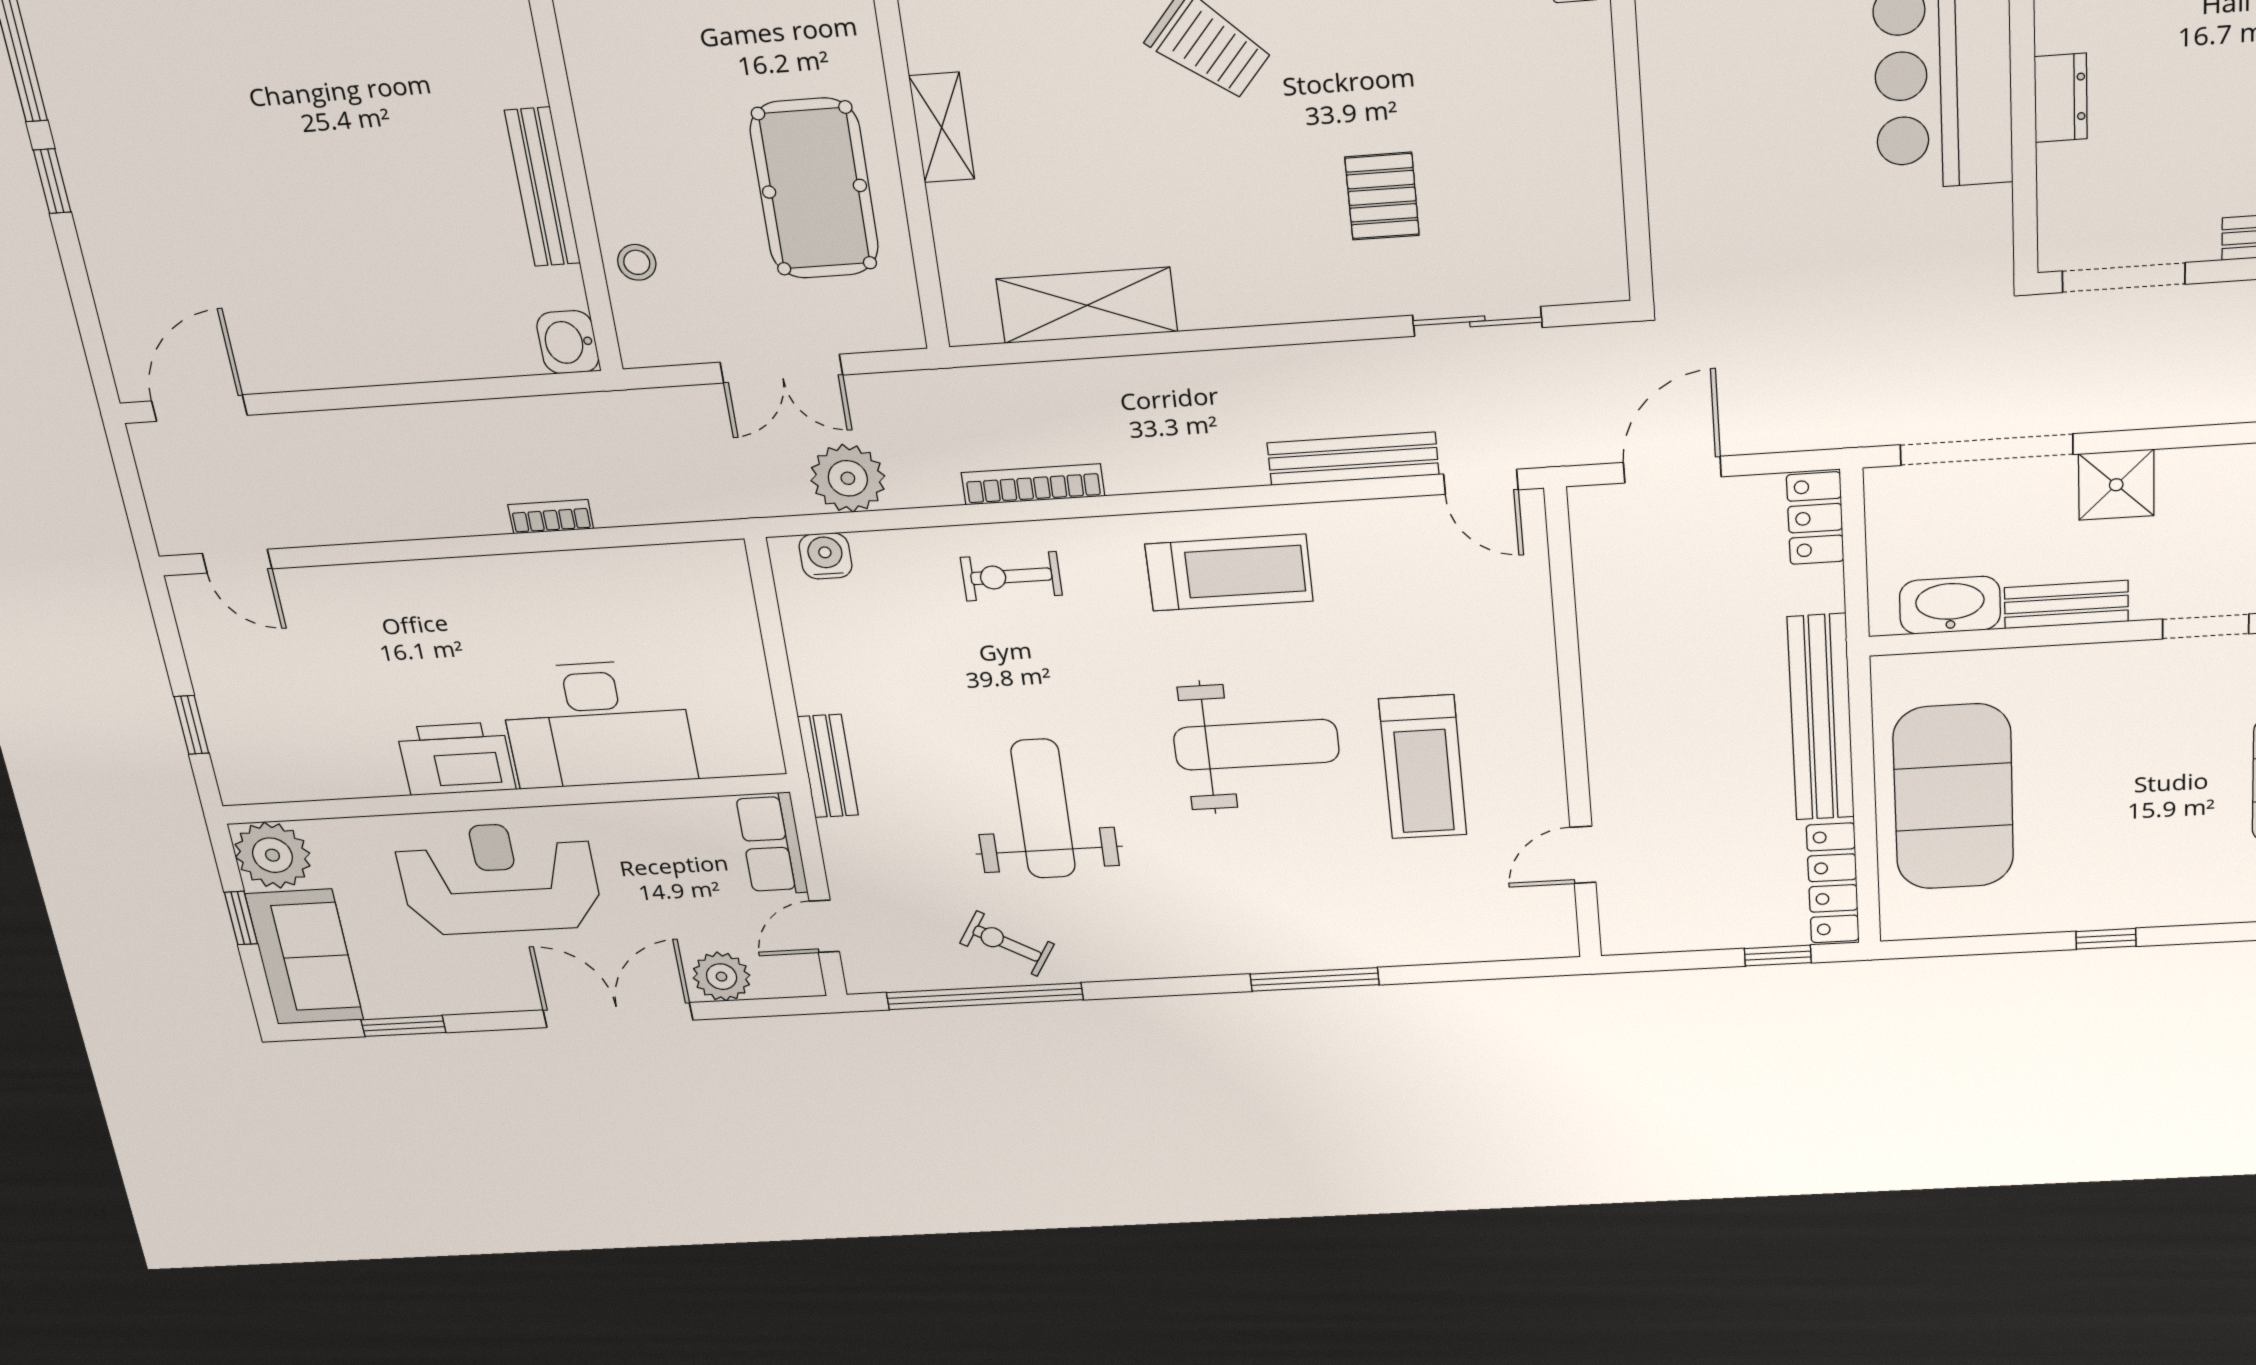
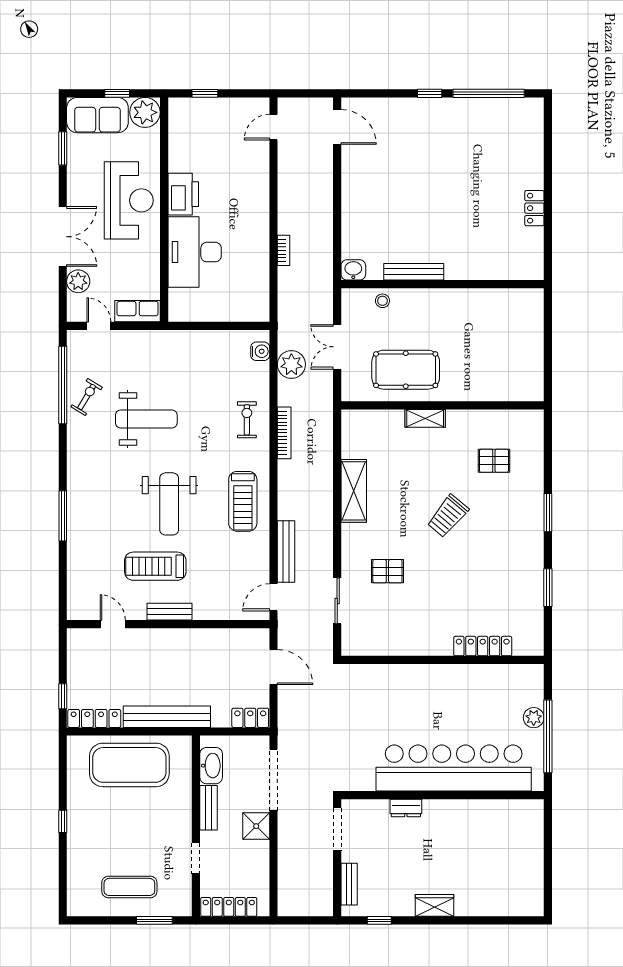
shelving: (1087, 305) -> (354, 491), moved
bench: (828, 766) -> (170, 612), moved

